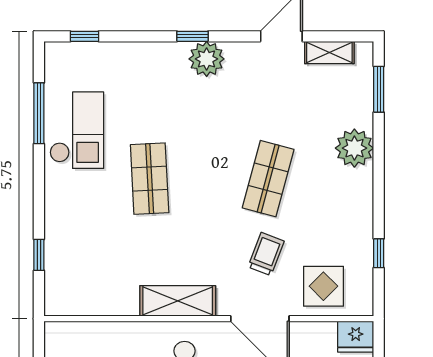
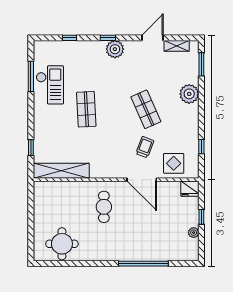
window: (85, 36) -> (70, 38), moved
shop shelf: (268, 179) -> (146, 109), turned -39
shelving: (178, 301) -> (61, 171), moved, width x1.47

